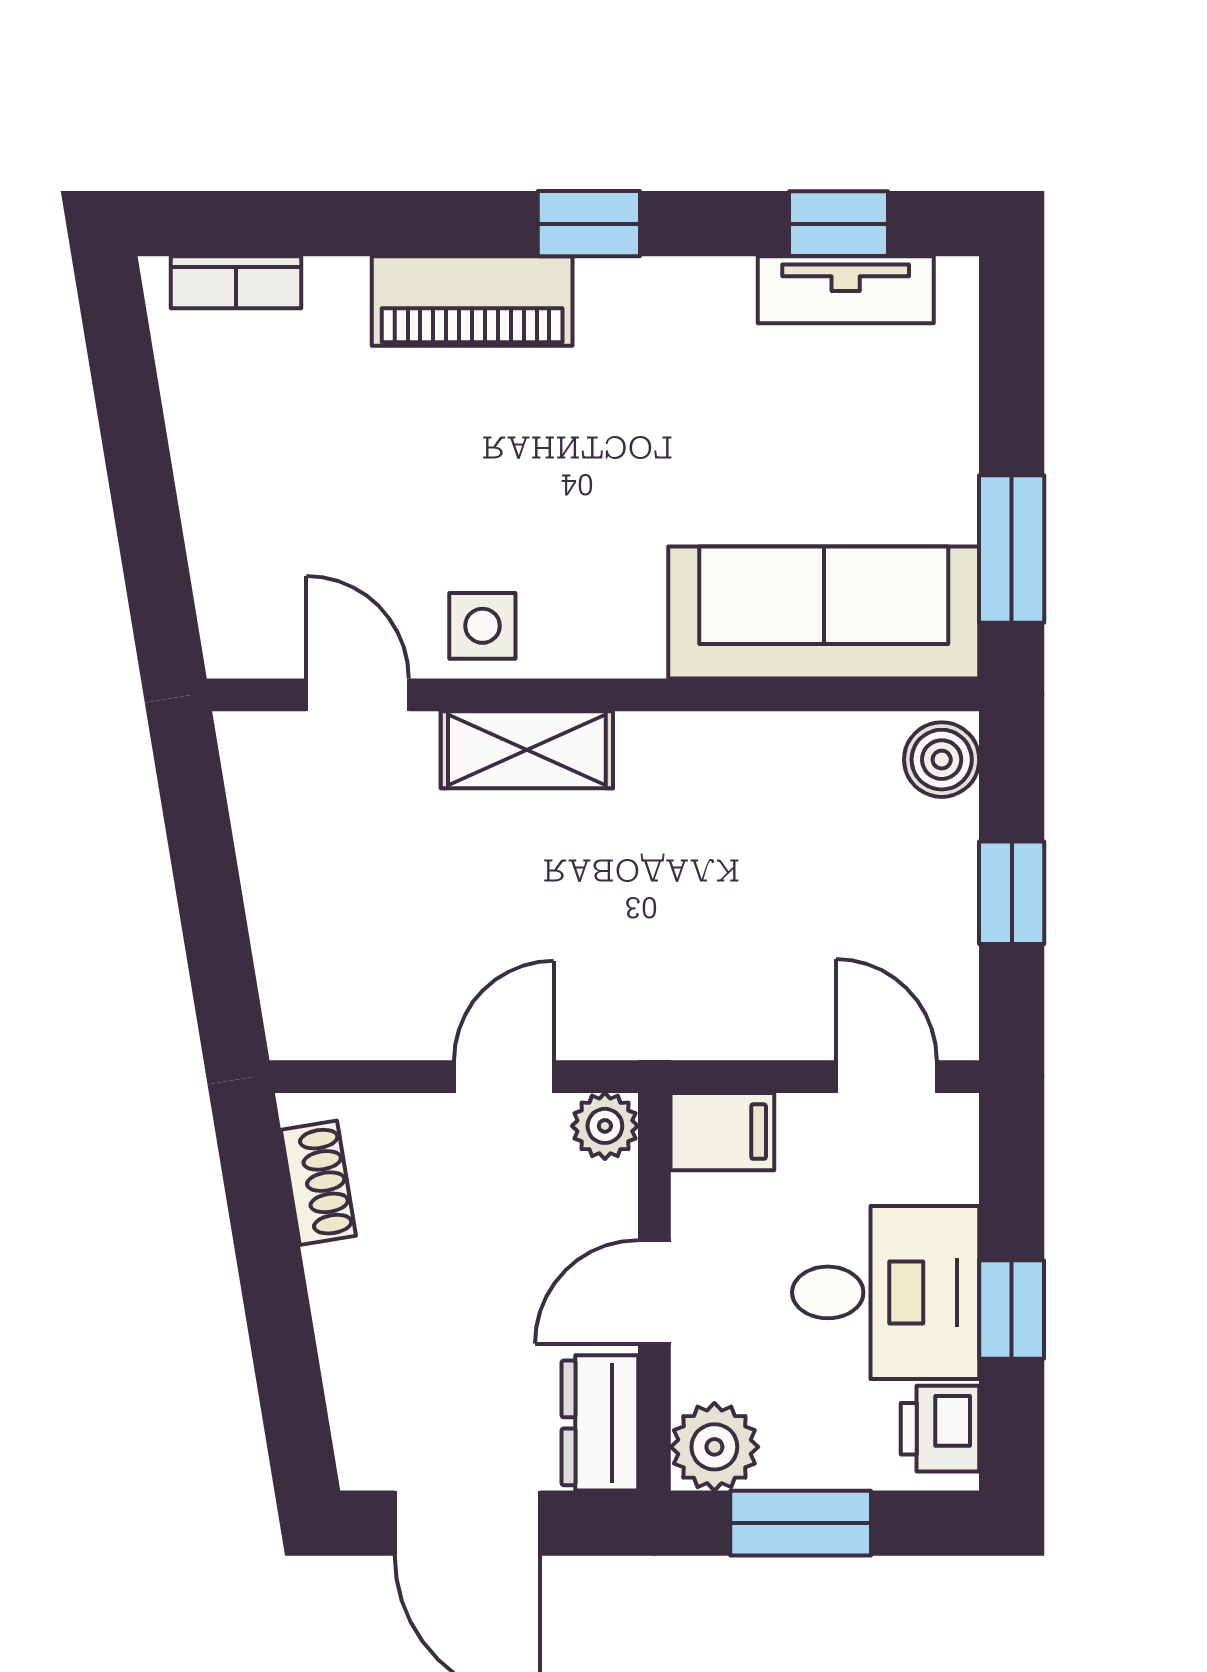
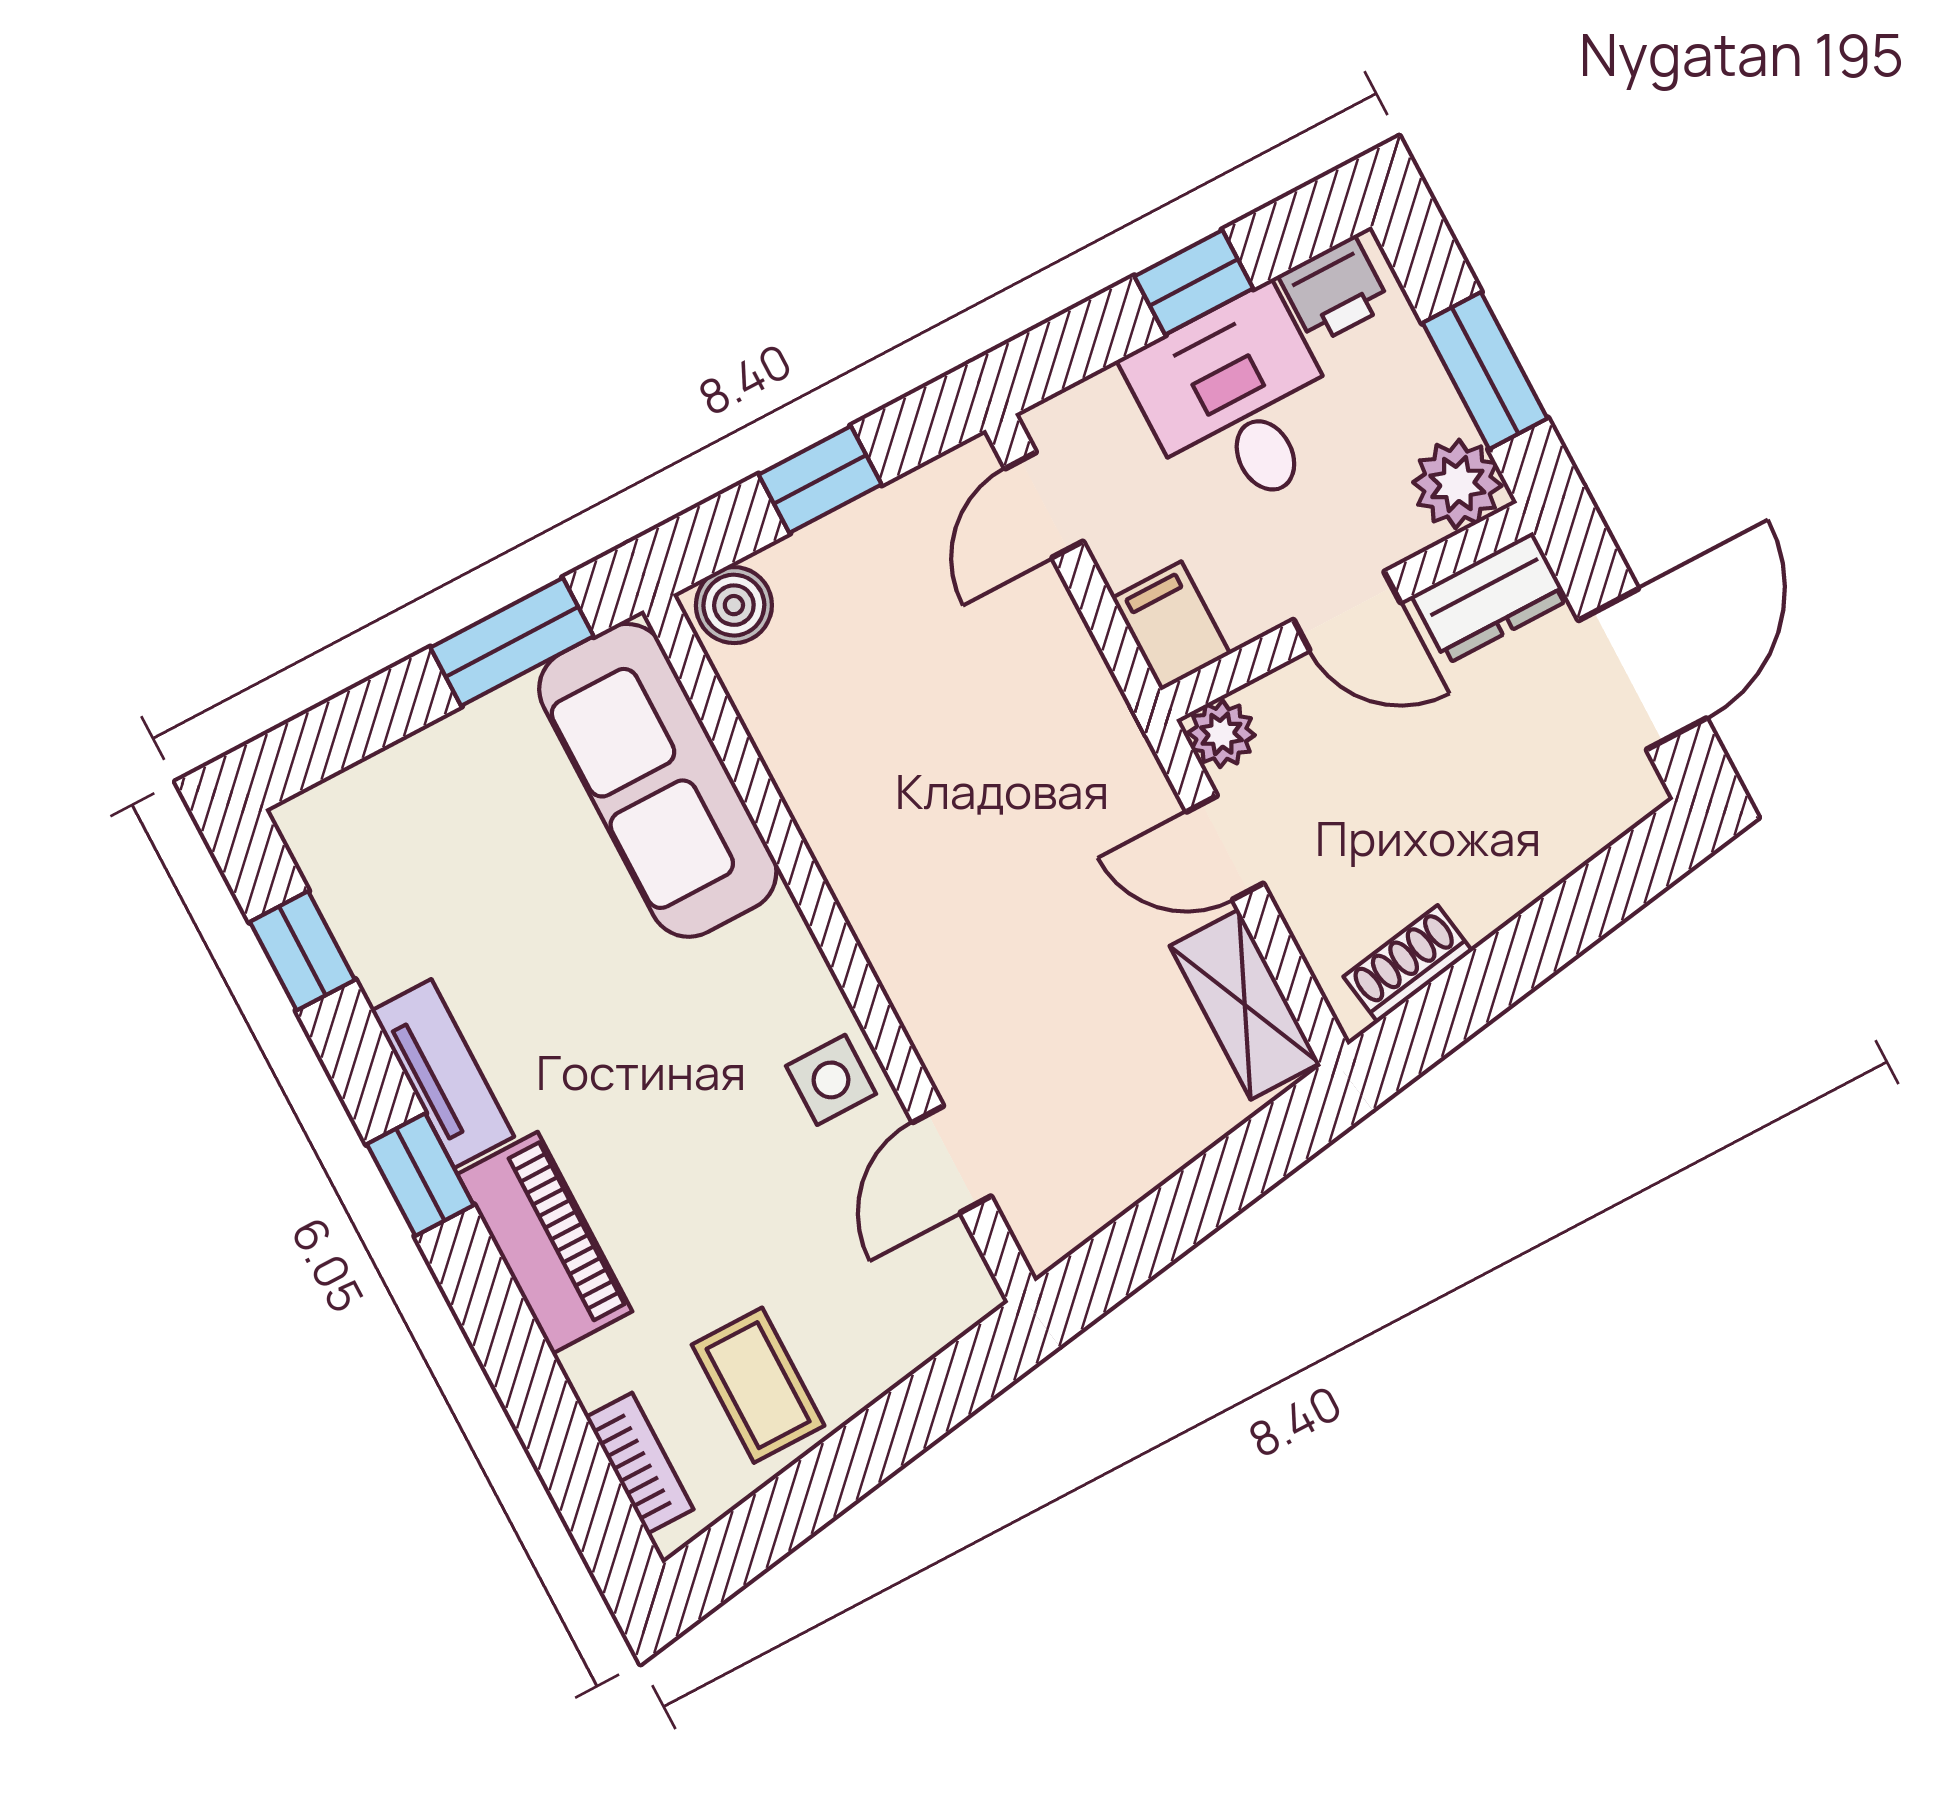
tv unit: (846, 290) -> (443, 1074), moved
coffee table: (250, 422) -> (758, 1385), added
shelving: (527, 750) -> (1245, 1005), moved

